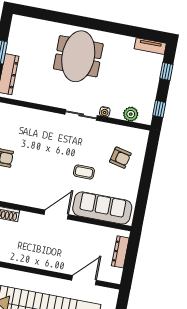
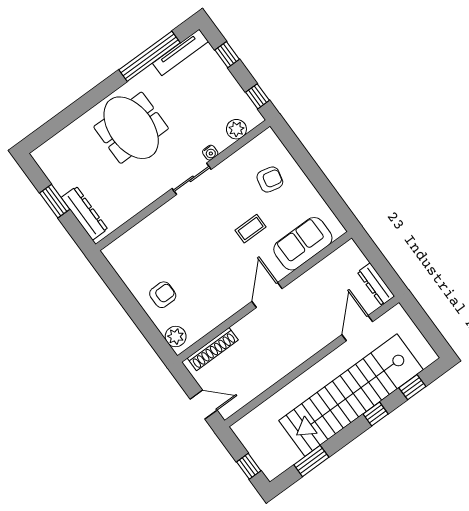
window: (126, 30) -> (149, 56), added
tv unit: (150, 46) -> (180, 52), width x1.41
sofa: (102, 208) -> (303, 244), width x0.73
dresser: (120, 252) -> (376, 284), moved

